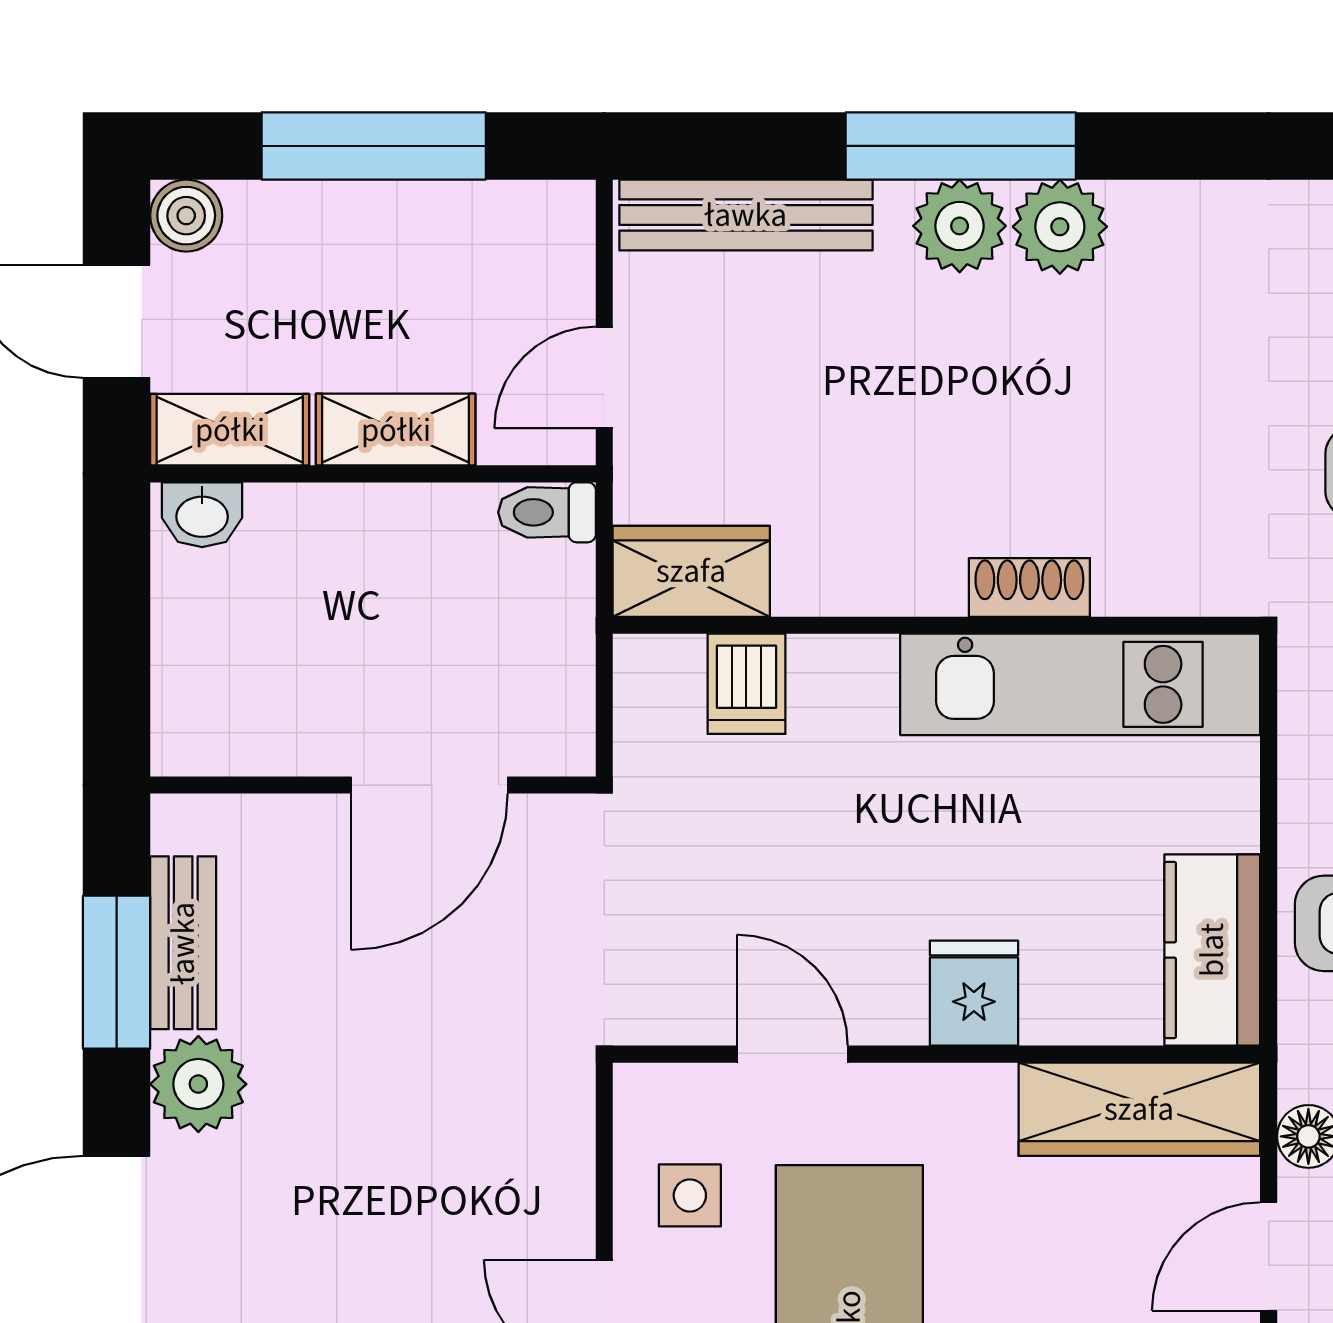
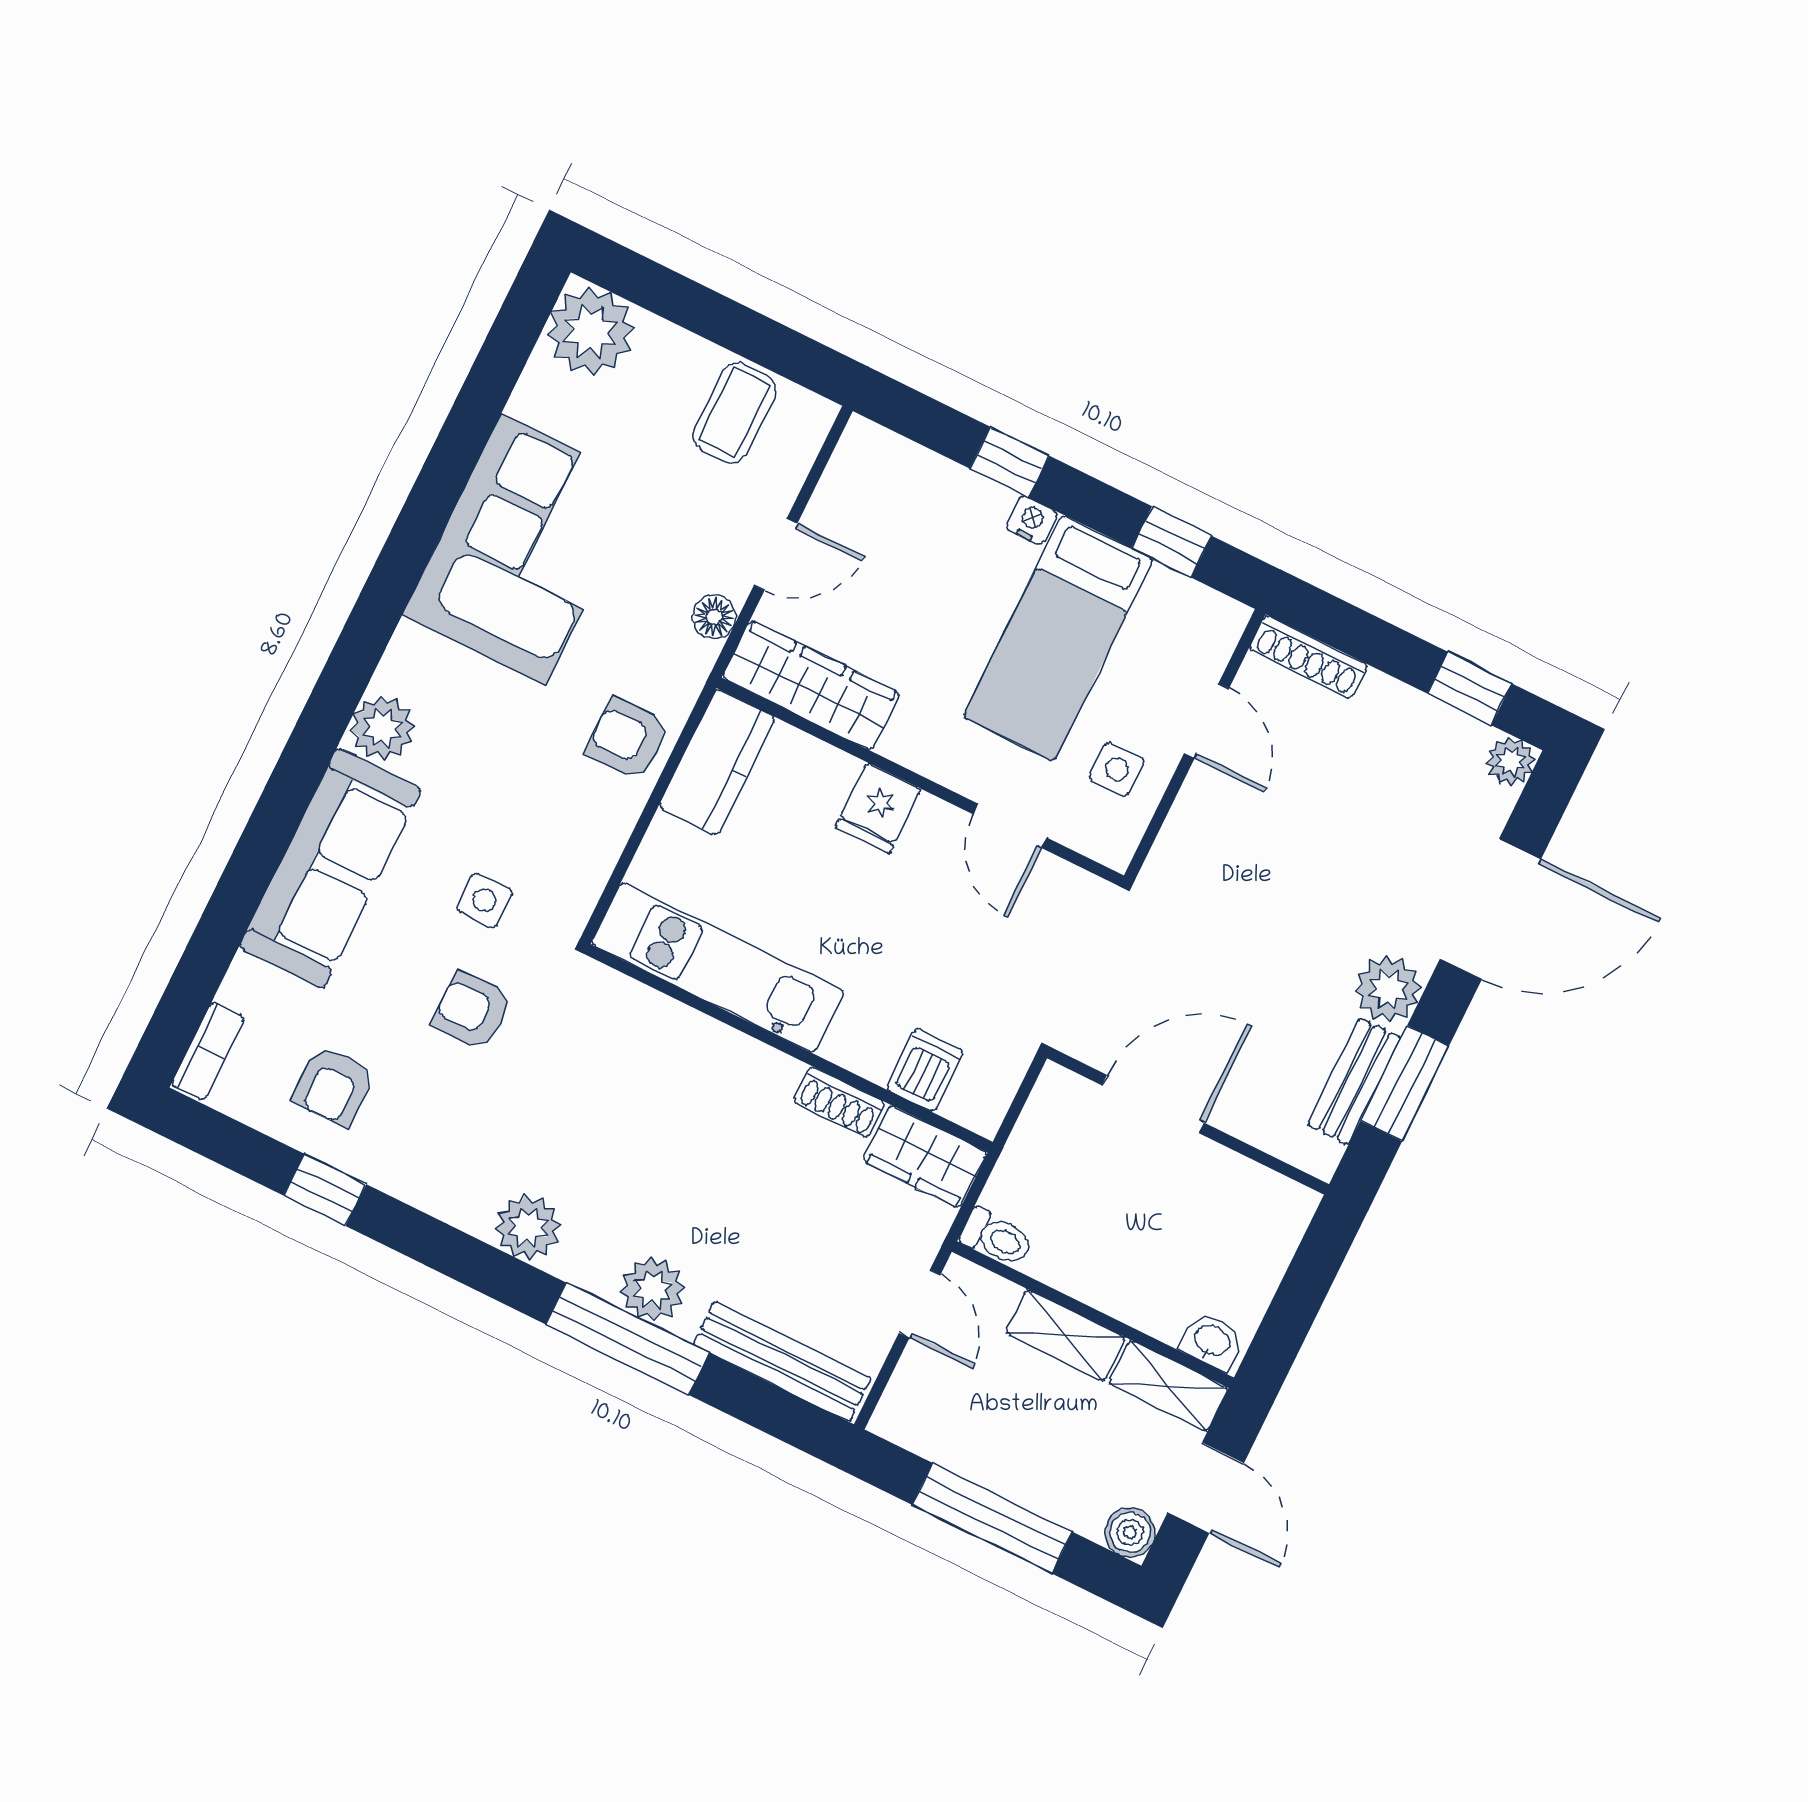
plant: (1060, 227) -> (528, 1227), moved
door: (604, 377) -> (920, 1304), hinge flipped
shoe rack: (1029, 587) -> (839, 1102), moved

